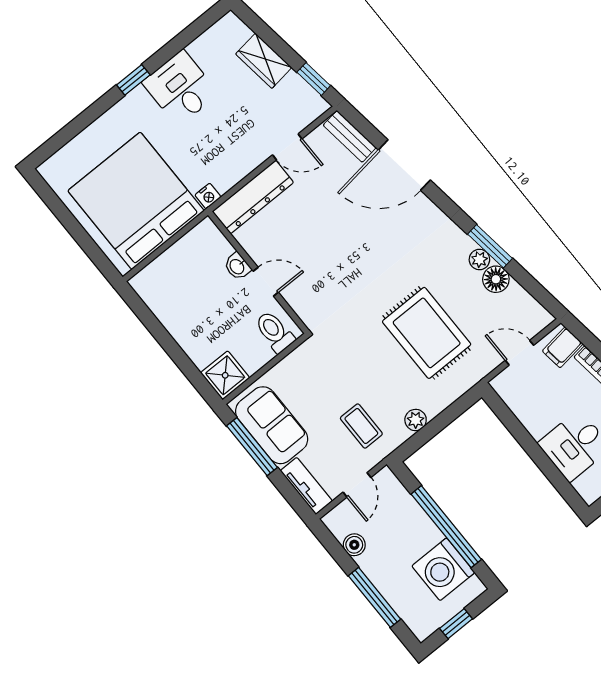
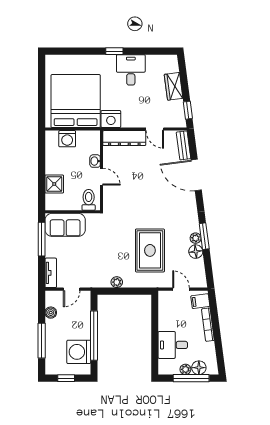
nightstand: (208, 196) -> (111, 119), width x1.89, depth x1.79
washing machine: (169, 267) -> (67, 139), added
shower: (225, 375) -> (54, 184), moved
sofa: (272, 425) -> (65, 225), moved, turned 90
coffee table: (361, 426) -> (93, 267), removed

